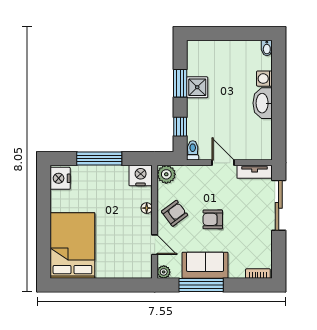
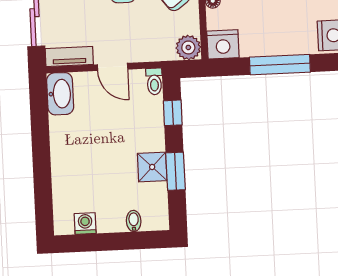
bidet: (267, 48) -> (134, 221), moved
washing machine: (264, 79) -> (85, 223), moved, turned -90
washbasin: (263, 103) -> (60, 94), moved

